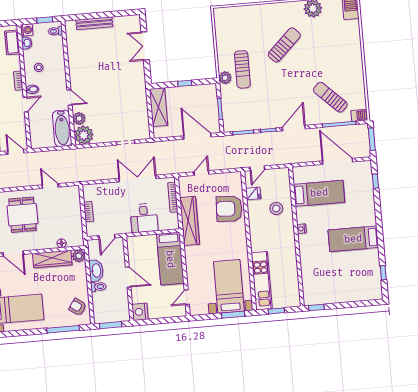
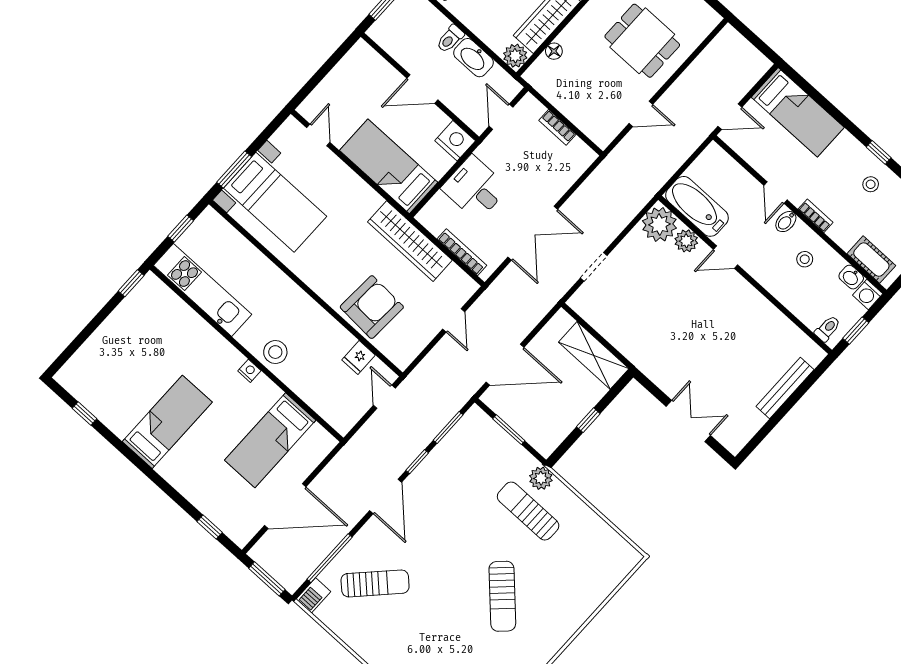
stool: (276, 208) -> (275, 352), moved
kitchen unit: (262, 281) -> (203, 290), moved, turned 180
nightstand: (140, 312) -> (455, 141), moved

